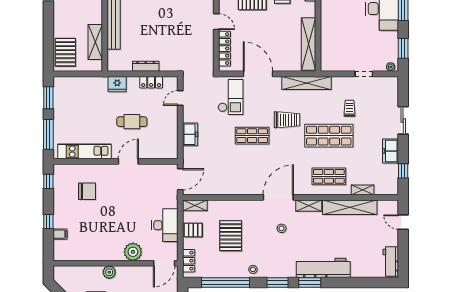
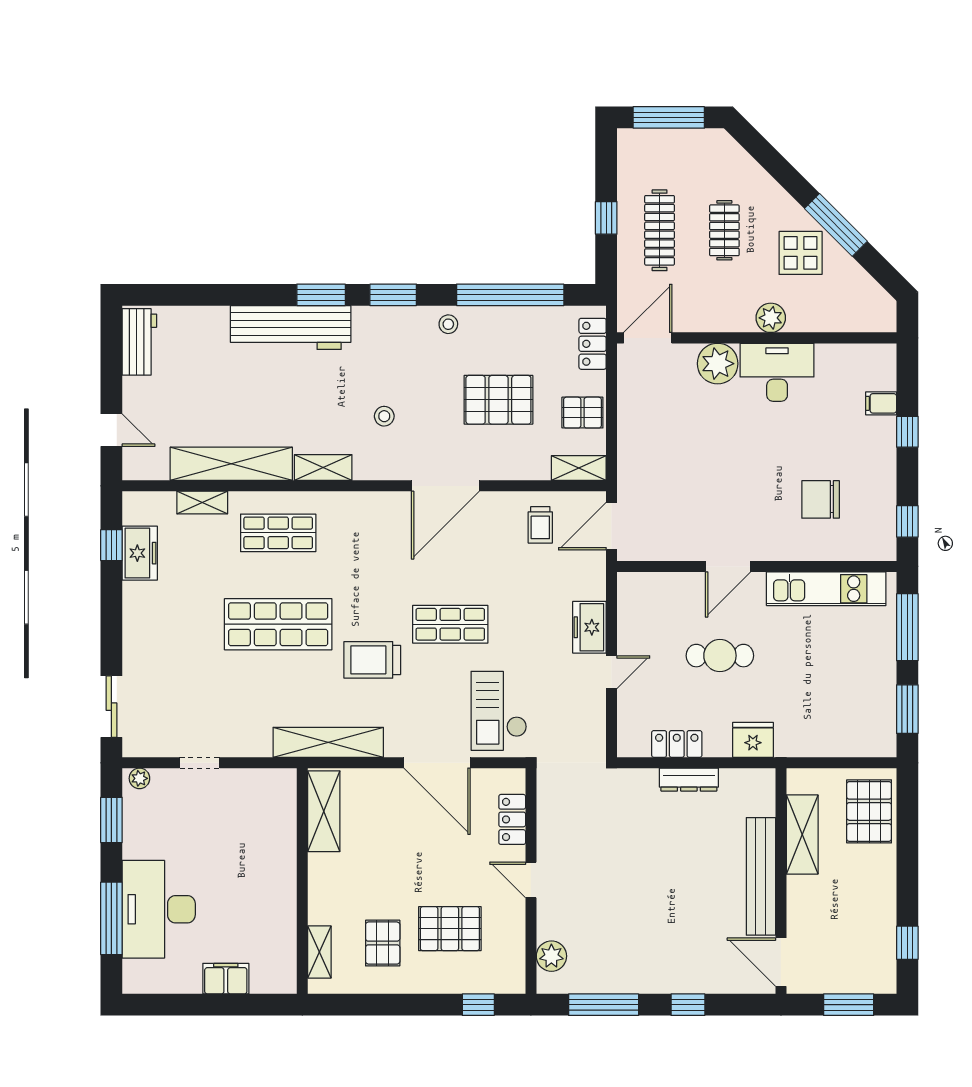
shelving: (308, 44) -> (324, 811), width x0.68
locker: (225, 49) -> (512, 819), width x0.66
door: (180, 98) -> (612, 672), moved
trolley: (349, 108) -> (540, 525), moved
sliding door: (403, 120) -> (111, 707), moved
freezer: (391, 151) -> (140, 553), moved
door: (278, 197) -> (445, 486), moved
desk: (165, 225) -> (777, 372), moved, turned 90
pallet: (231, 236) -> (498, 400), turned 90

